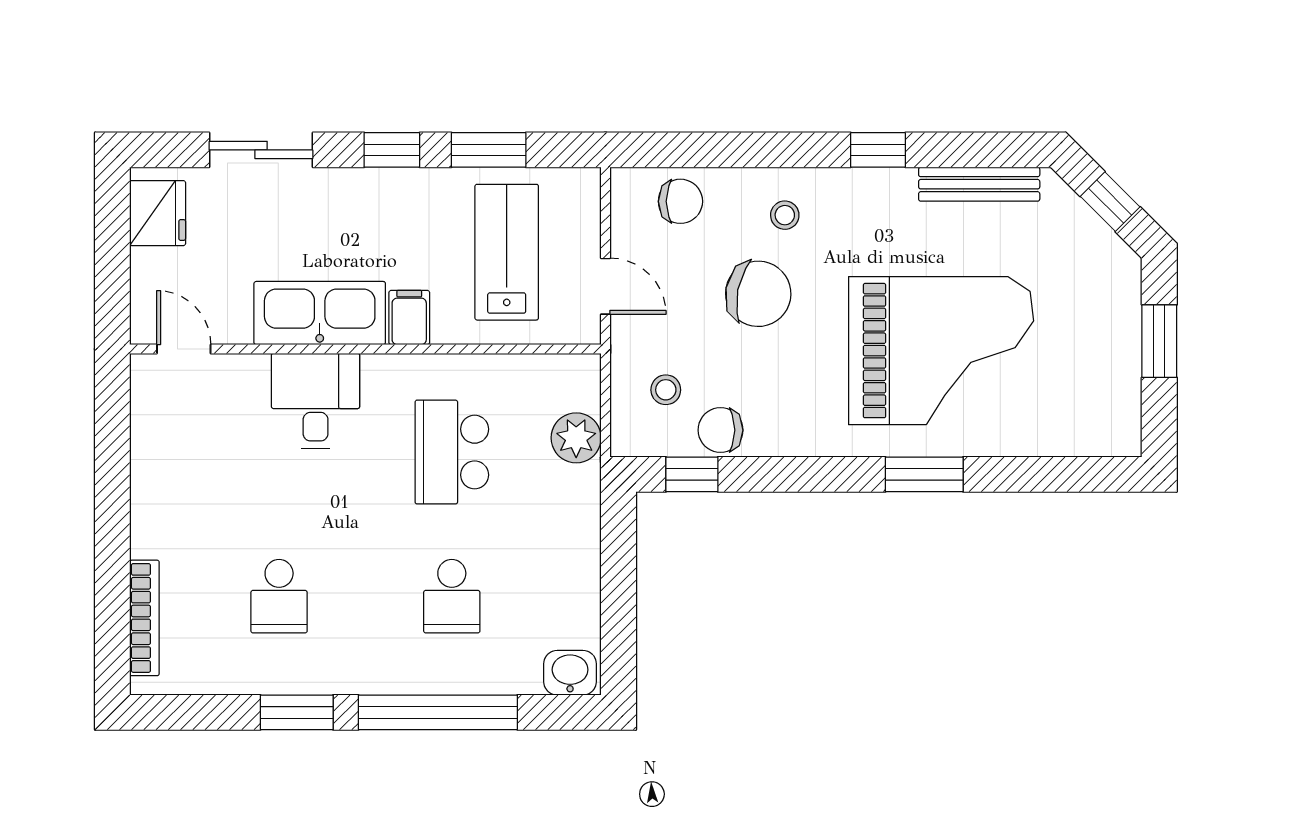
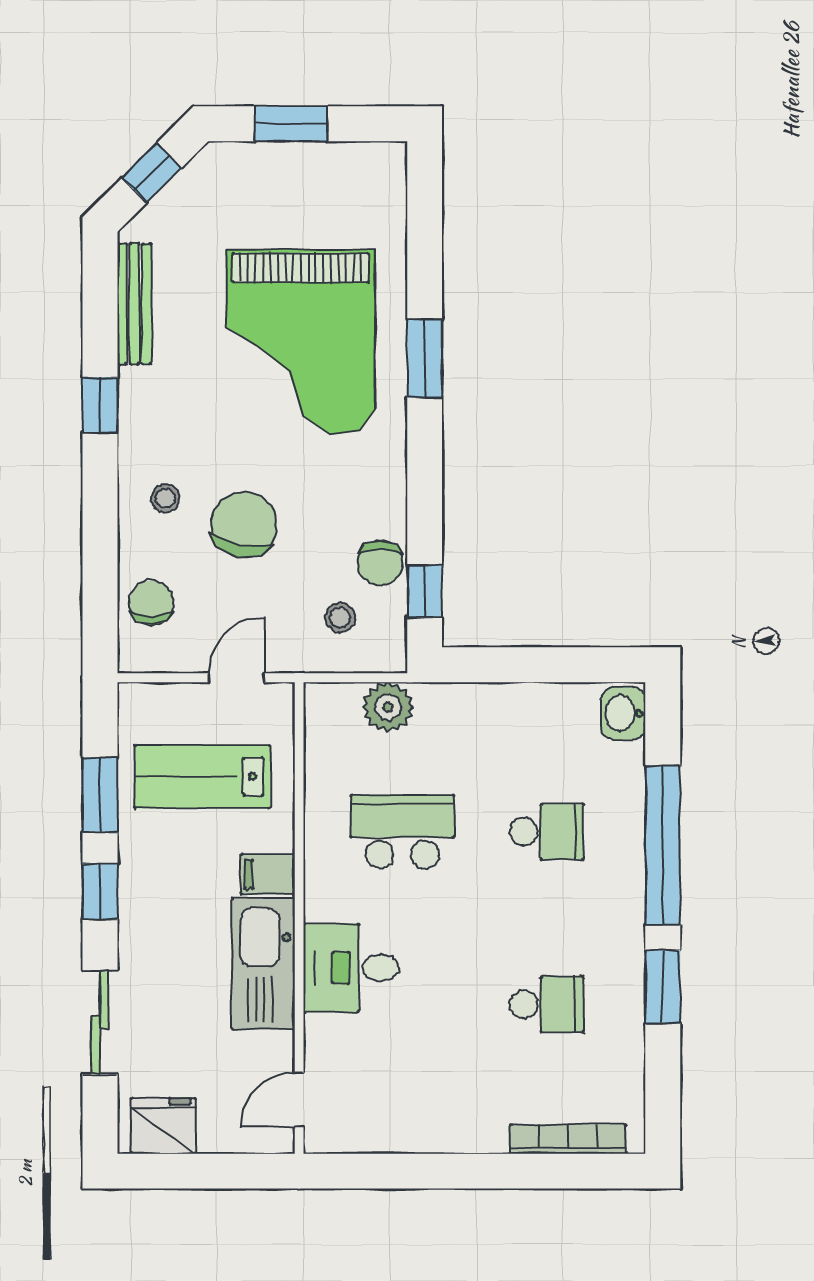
grand piano: (941, 351) -> (301, 342), turned 180
school desk: (452, 452) -> (402, 832), turned 180

